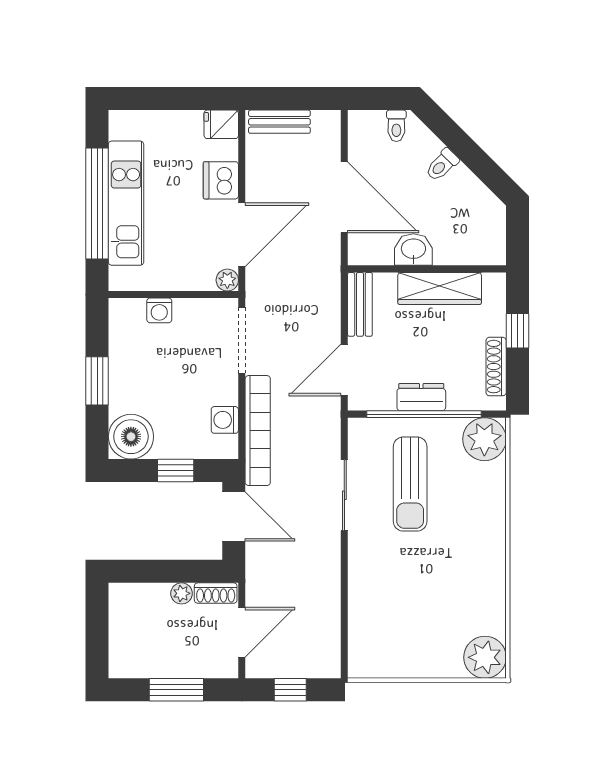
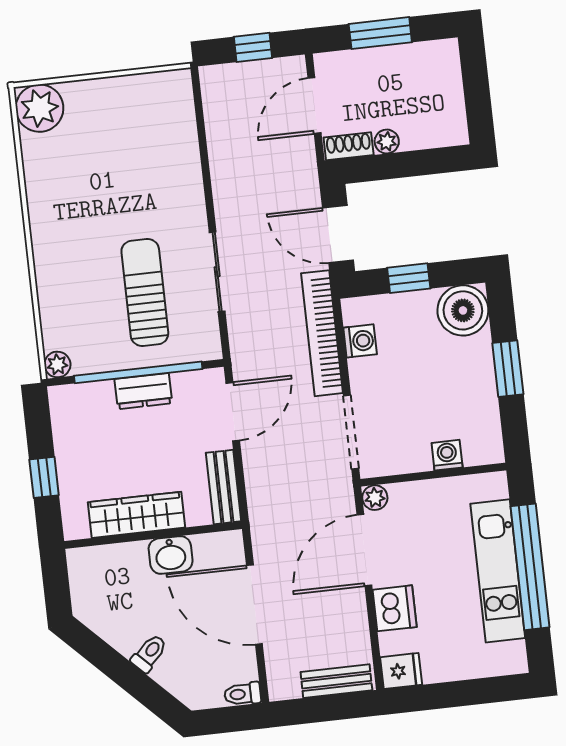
toilet: (396, 126) -> (243, 694), moved, turned -90
shoe rack: (496, 367) -> (64, 435), removed
plant: (484, 439) -> (57, 364), width x0.53, depth x0.53

